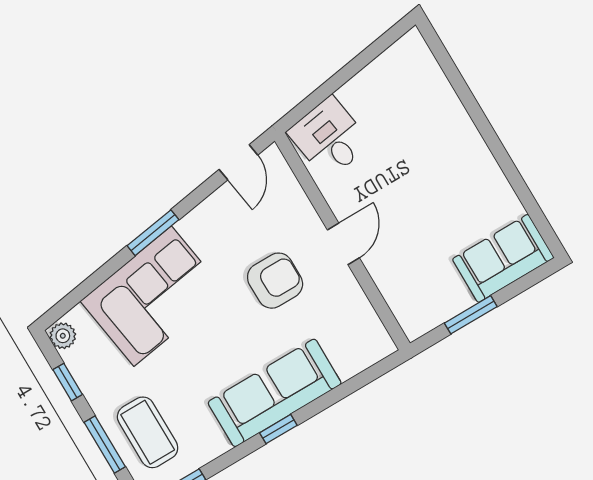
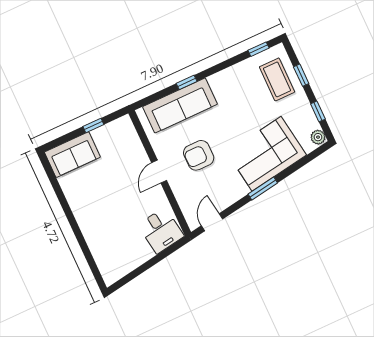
window: (471, 315) -> (93, 125), width x0.67
sofa: (275, 393) -> (180, 105), moved
window: (278, 429) -> (187, 82), moved
window: (105, 445) -> (301, 75), width x0.67

